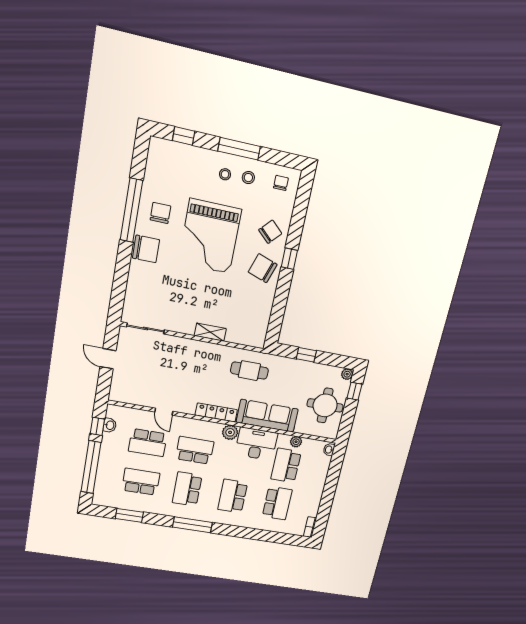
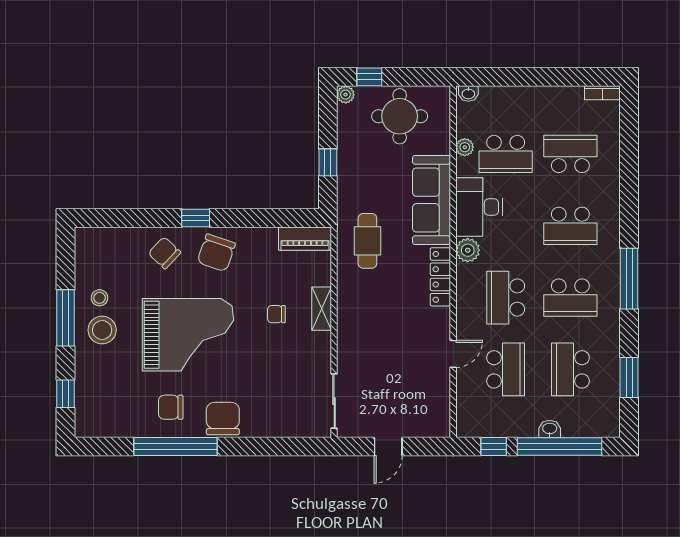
stool: (225, 174) -> (102, 330), width x1.89, depth x1.89
chair: (281, 183) -> (276, 314), moved
piano: (260, 330) -> (305, 239), added
washbasin: (110, 425) -> (550, 429), moved

